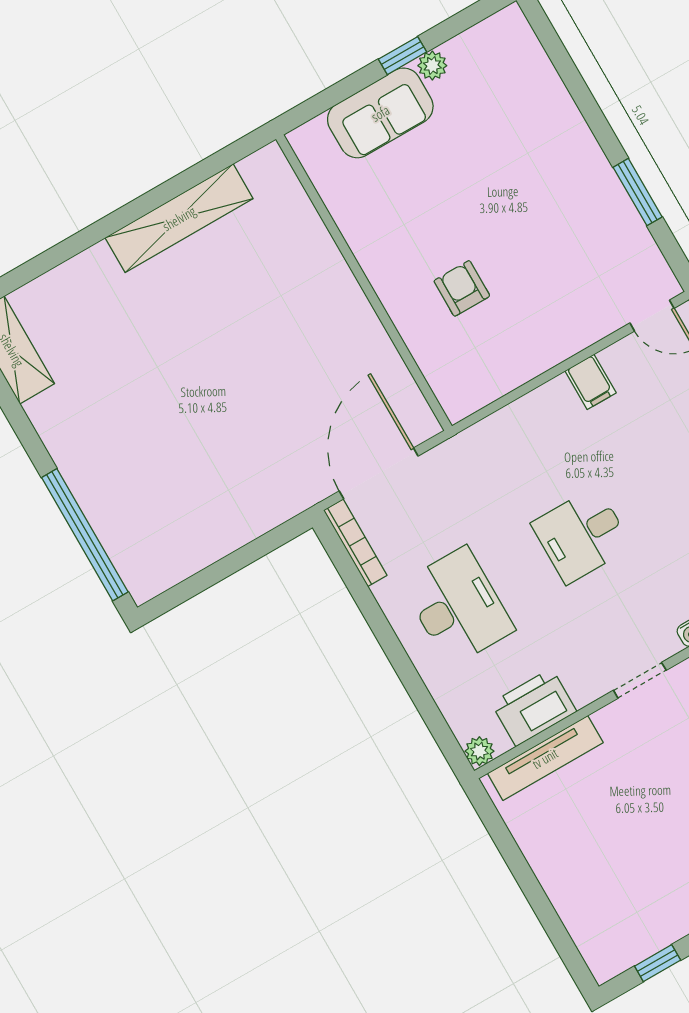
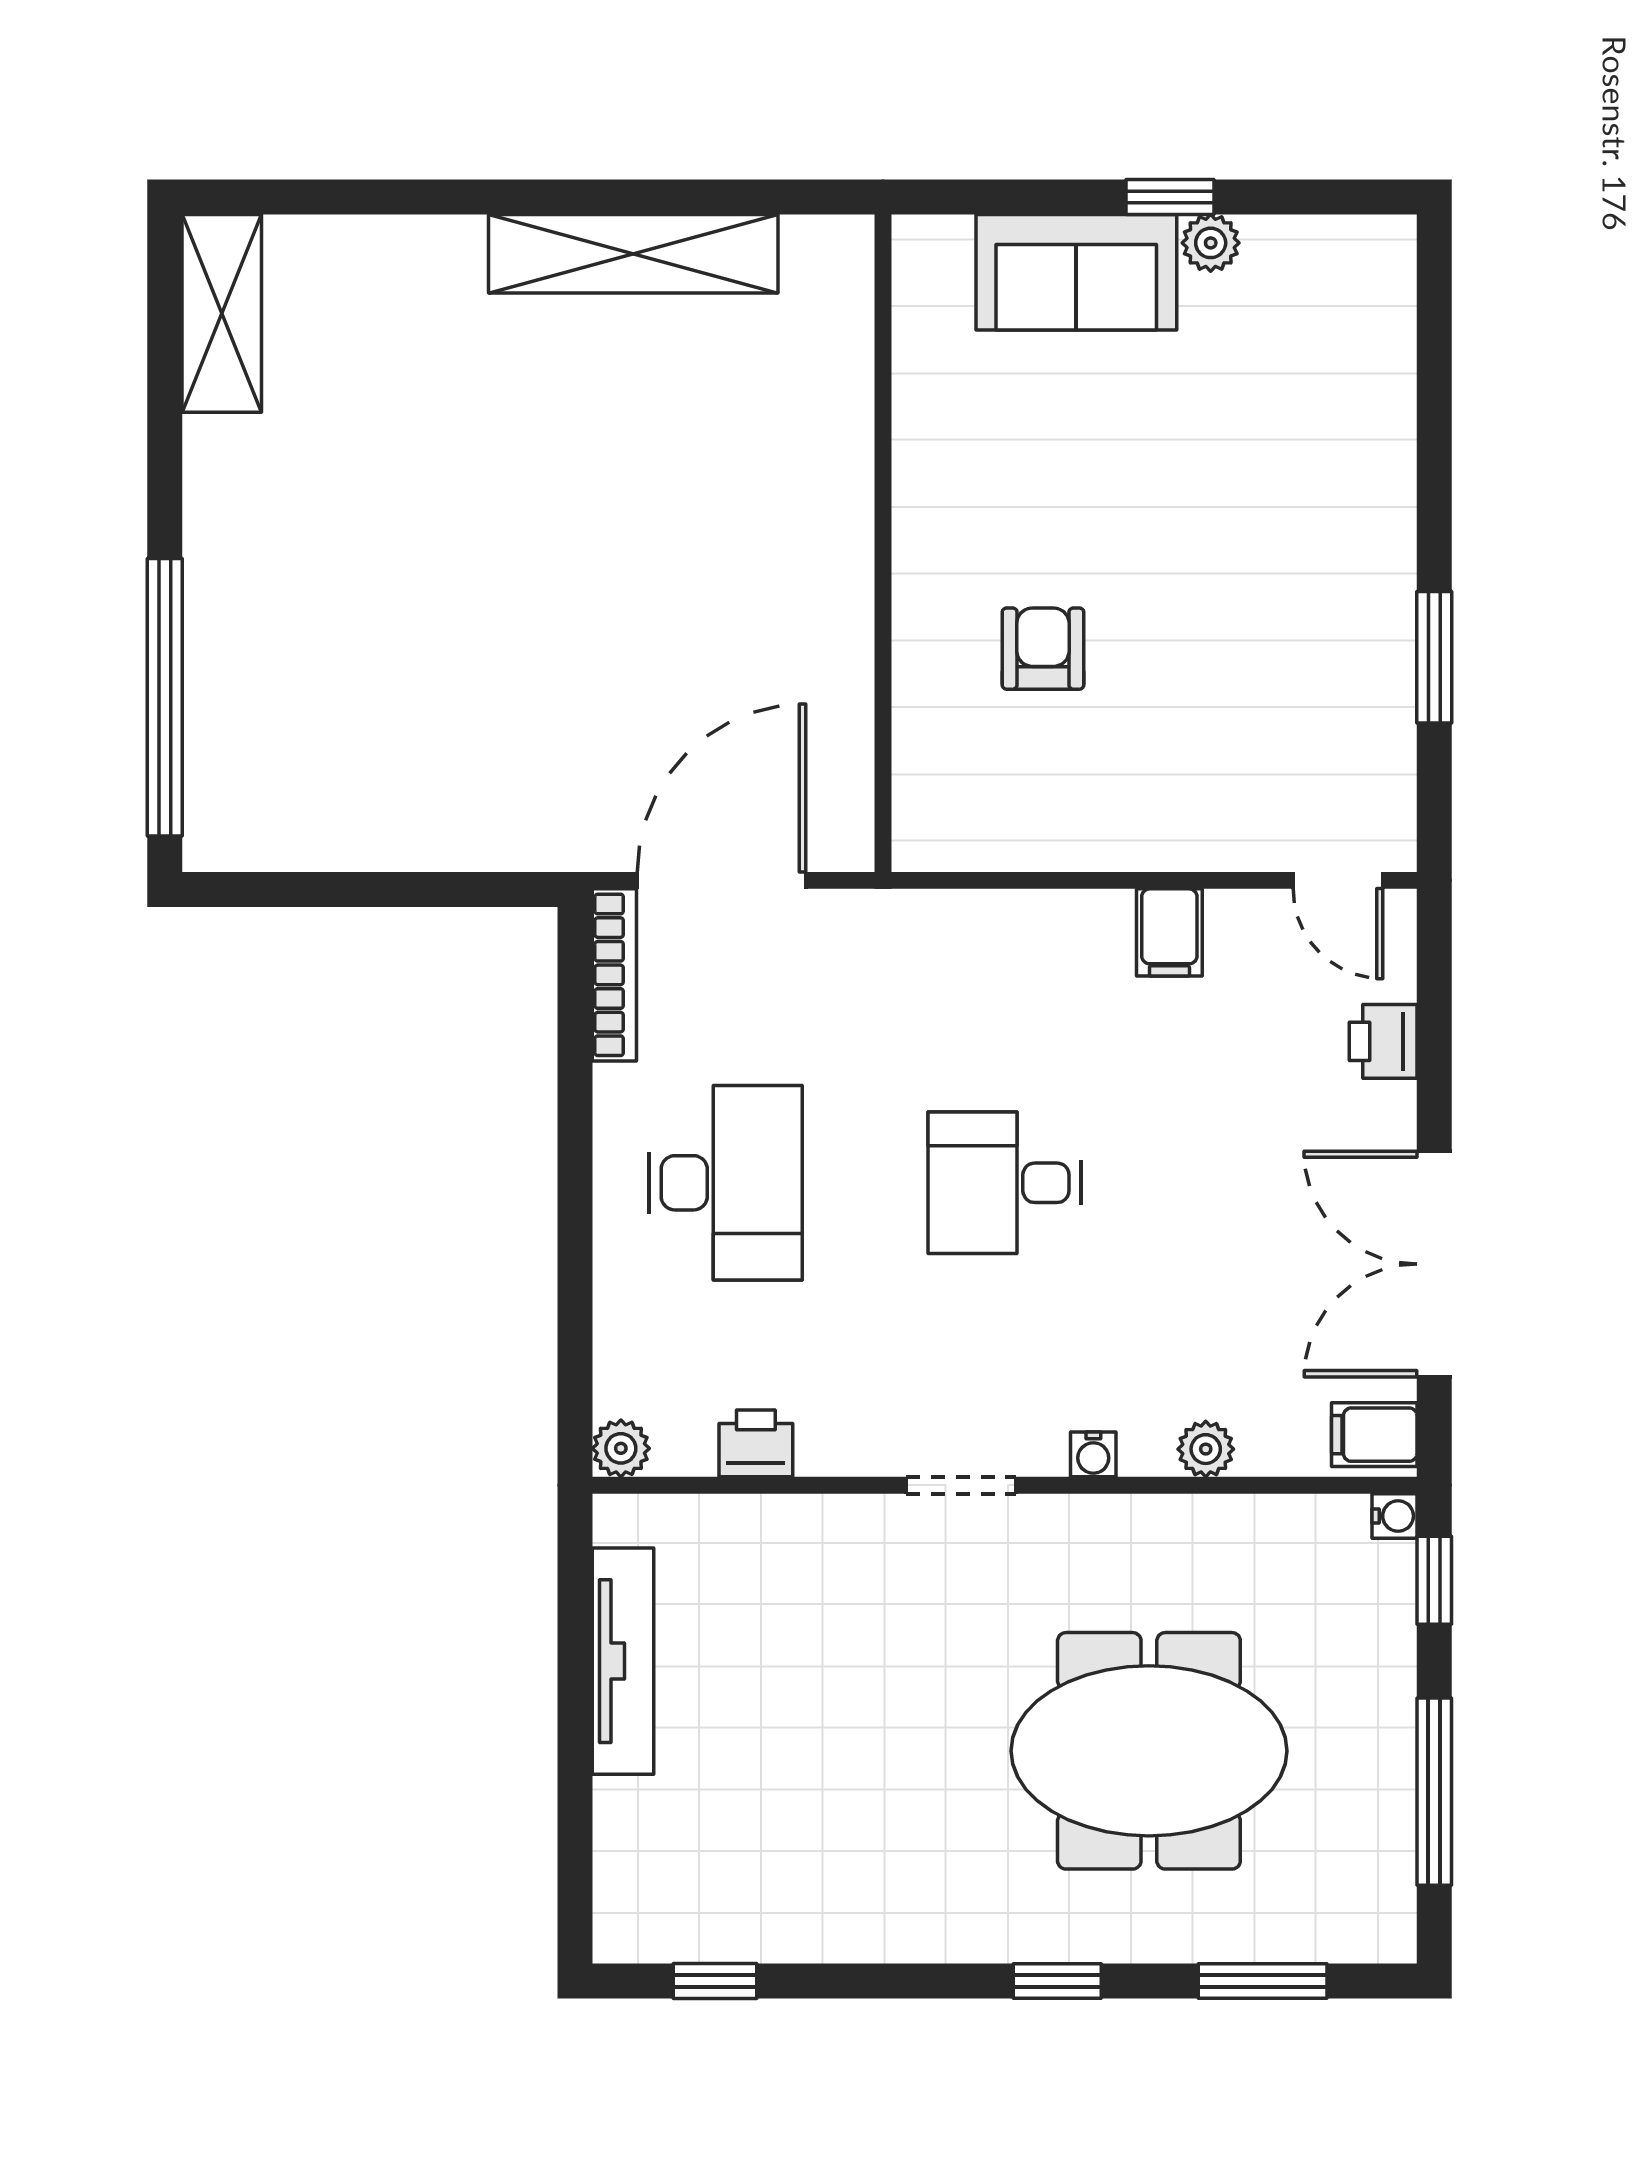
printer: (534, 707) -> (756, 1443), width x0.53, depth x0.68
tv unit: (545, 758) -> (623, 1661), moved, turned -90

